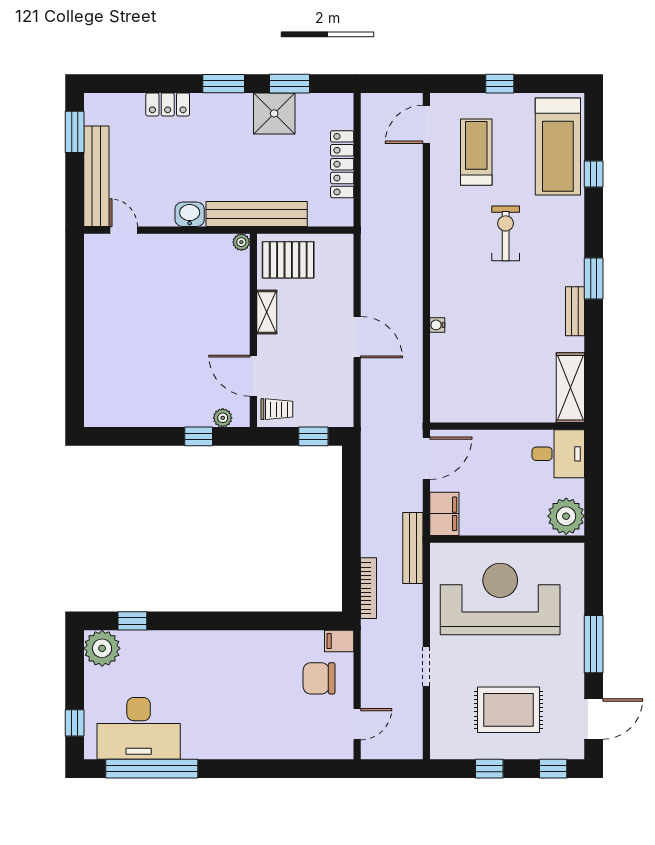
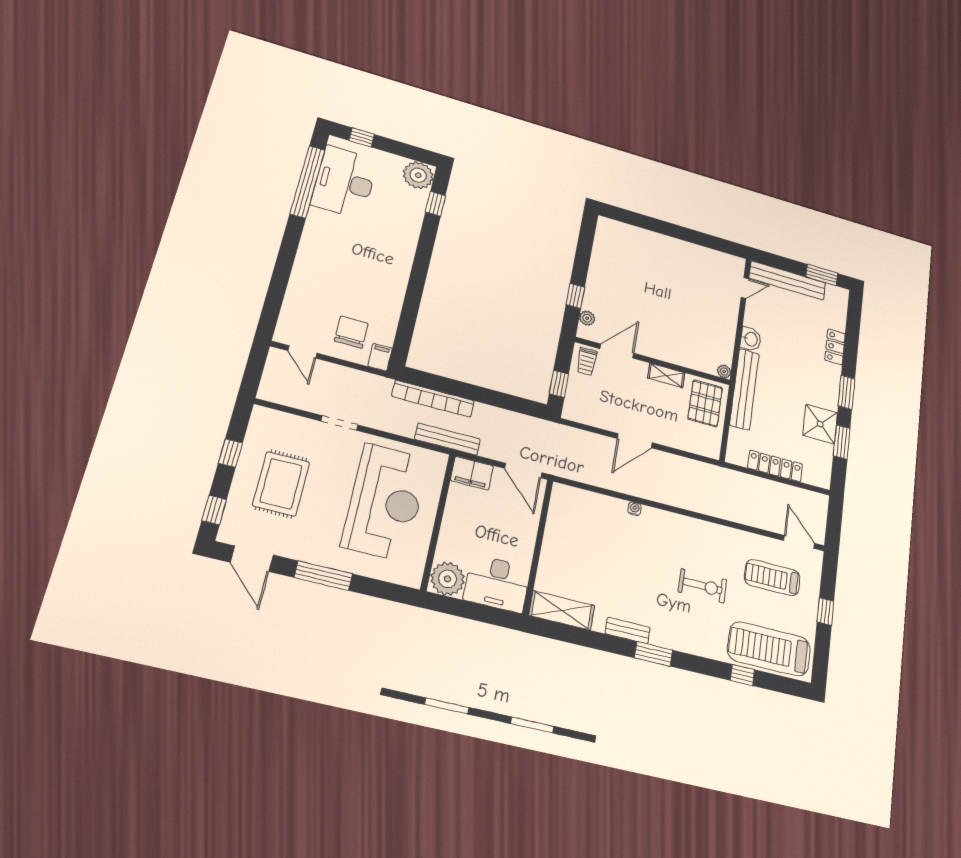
treadmill: (476, 152) -> (772, 578), turned 180
desk: (558, 454) -> (497, 583), width x1.37
bookcase: (368, 588) -> (433, 399), width x1.48, depth x1.31

